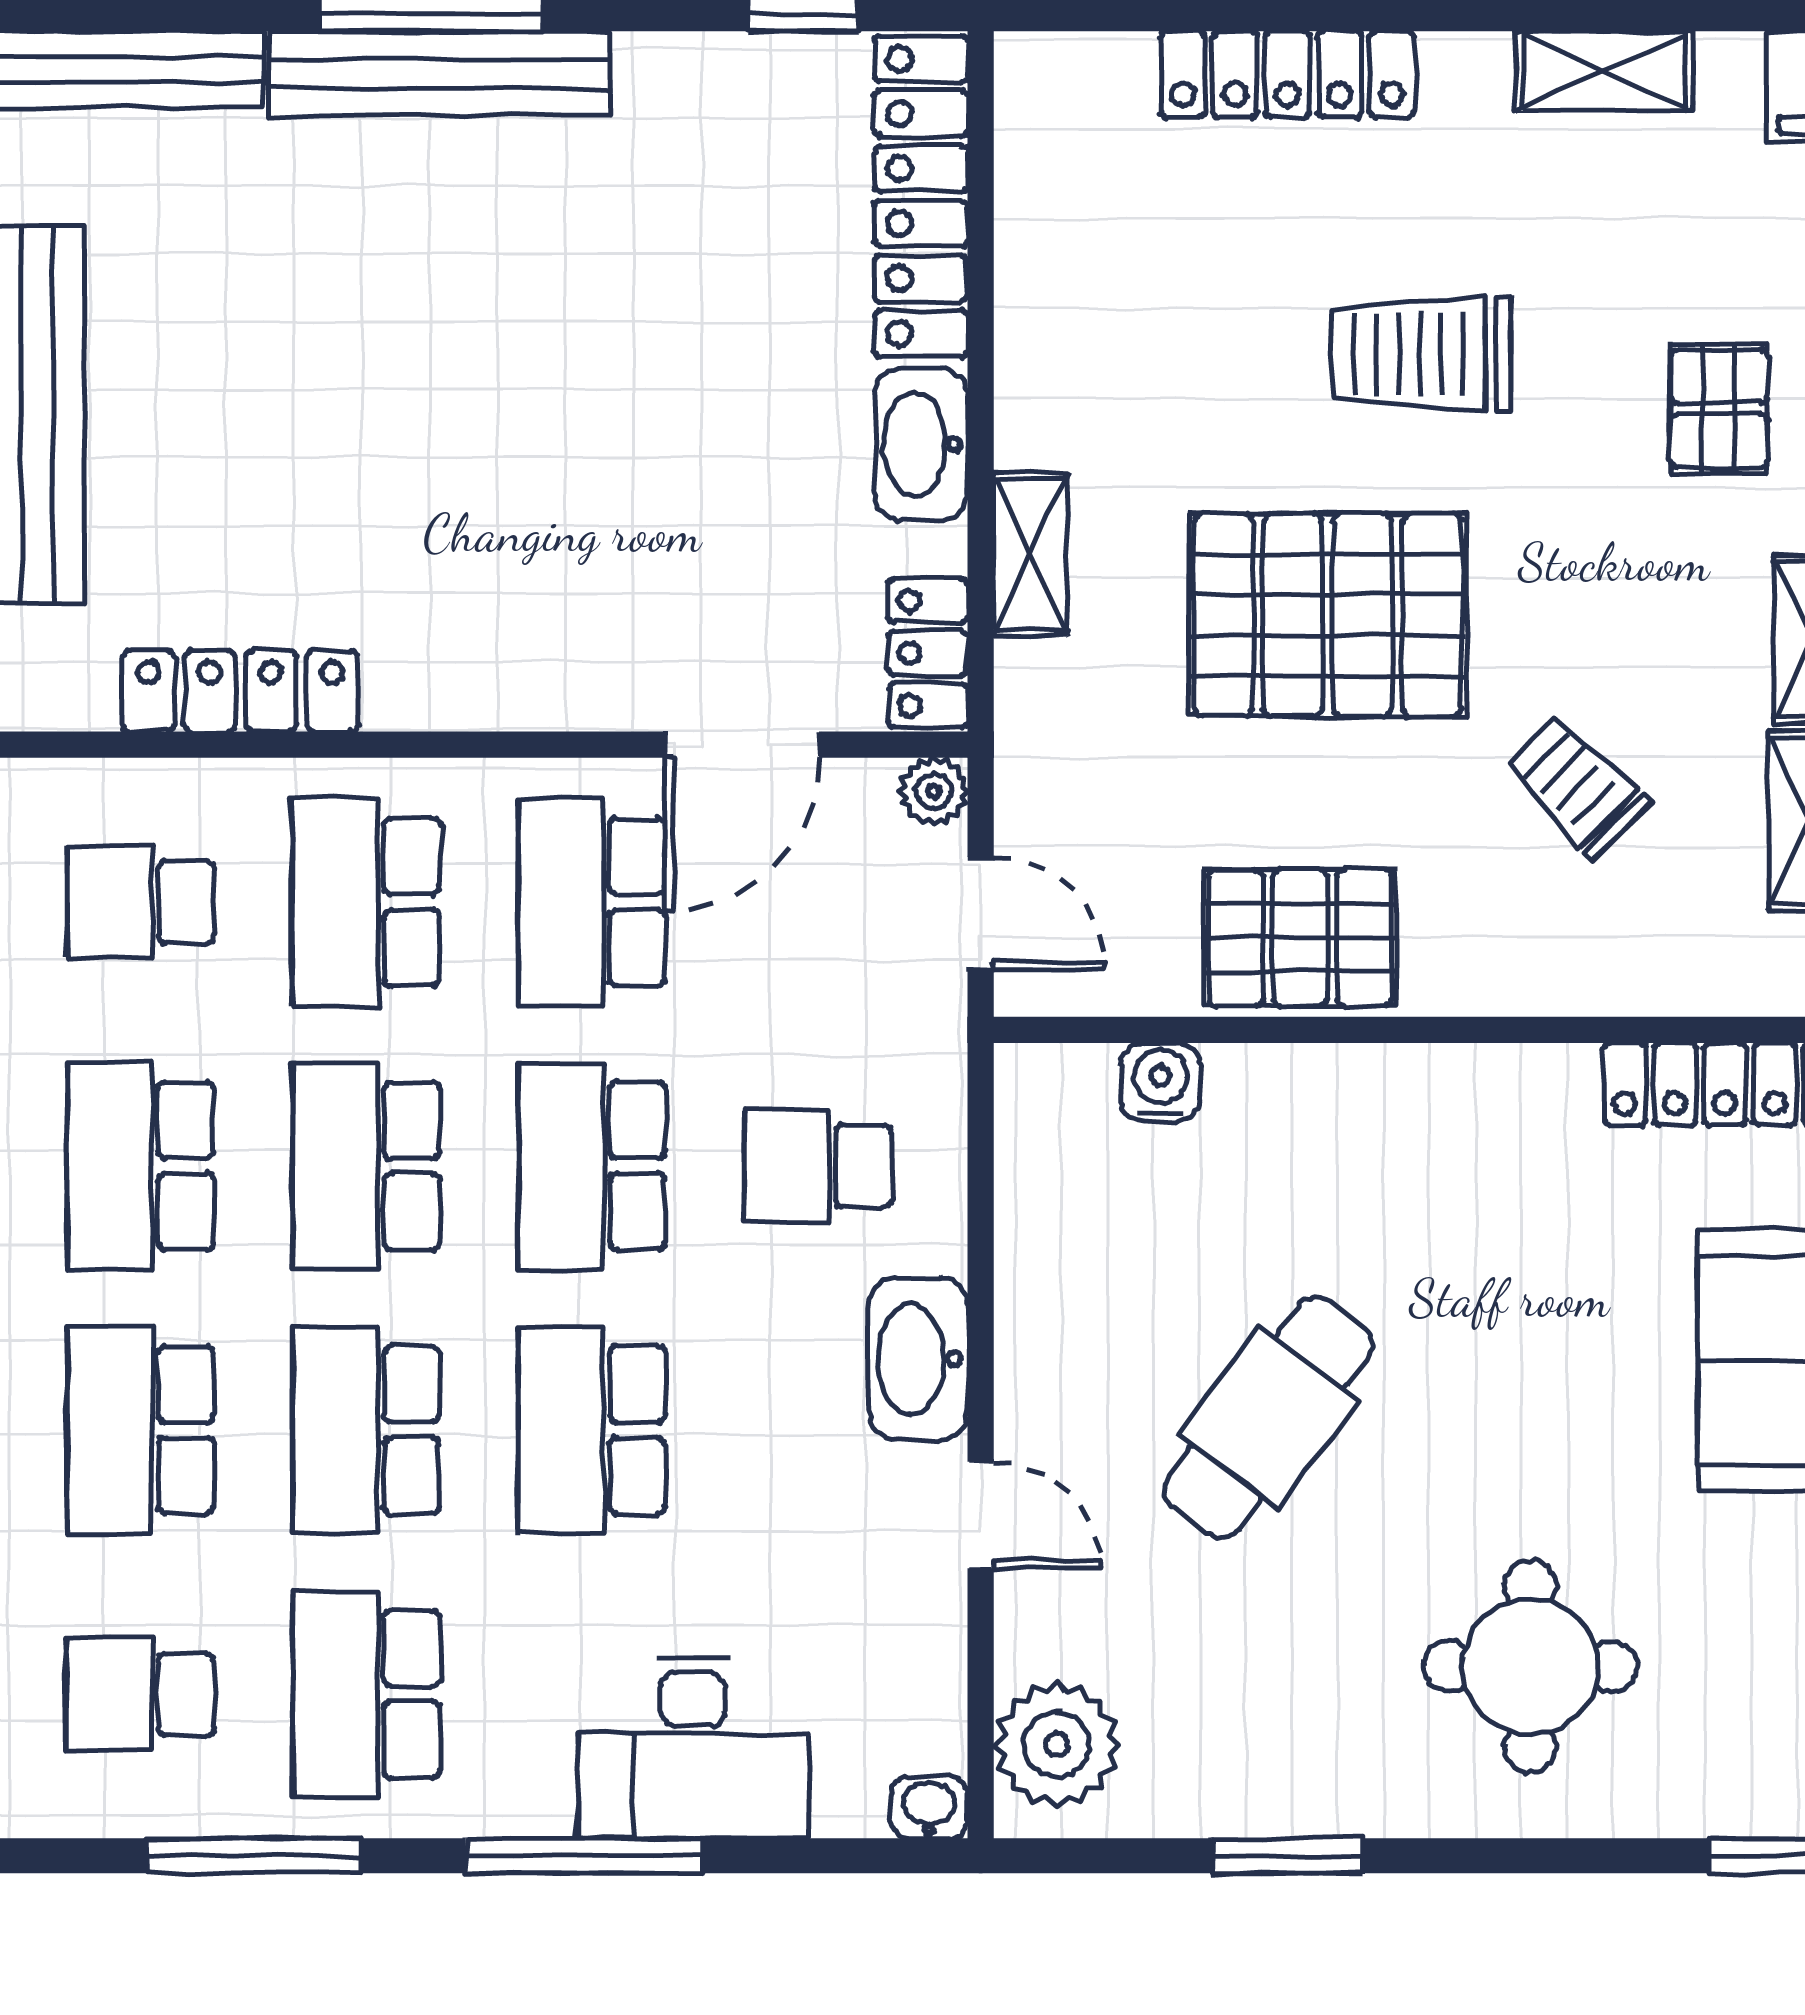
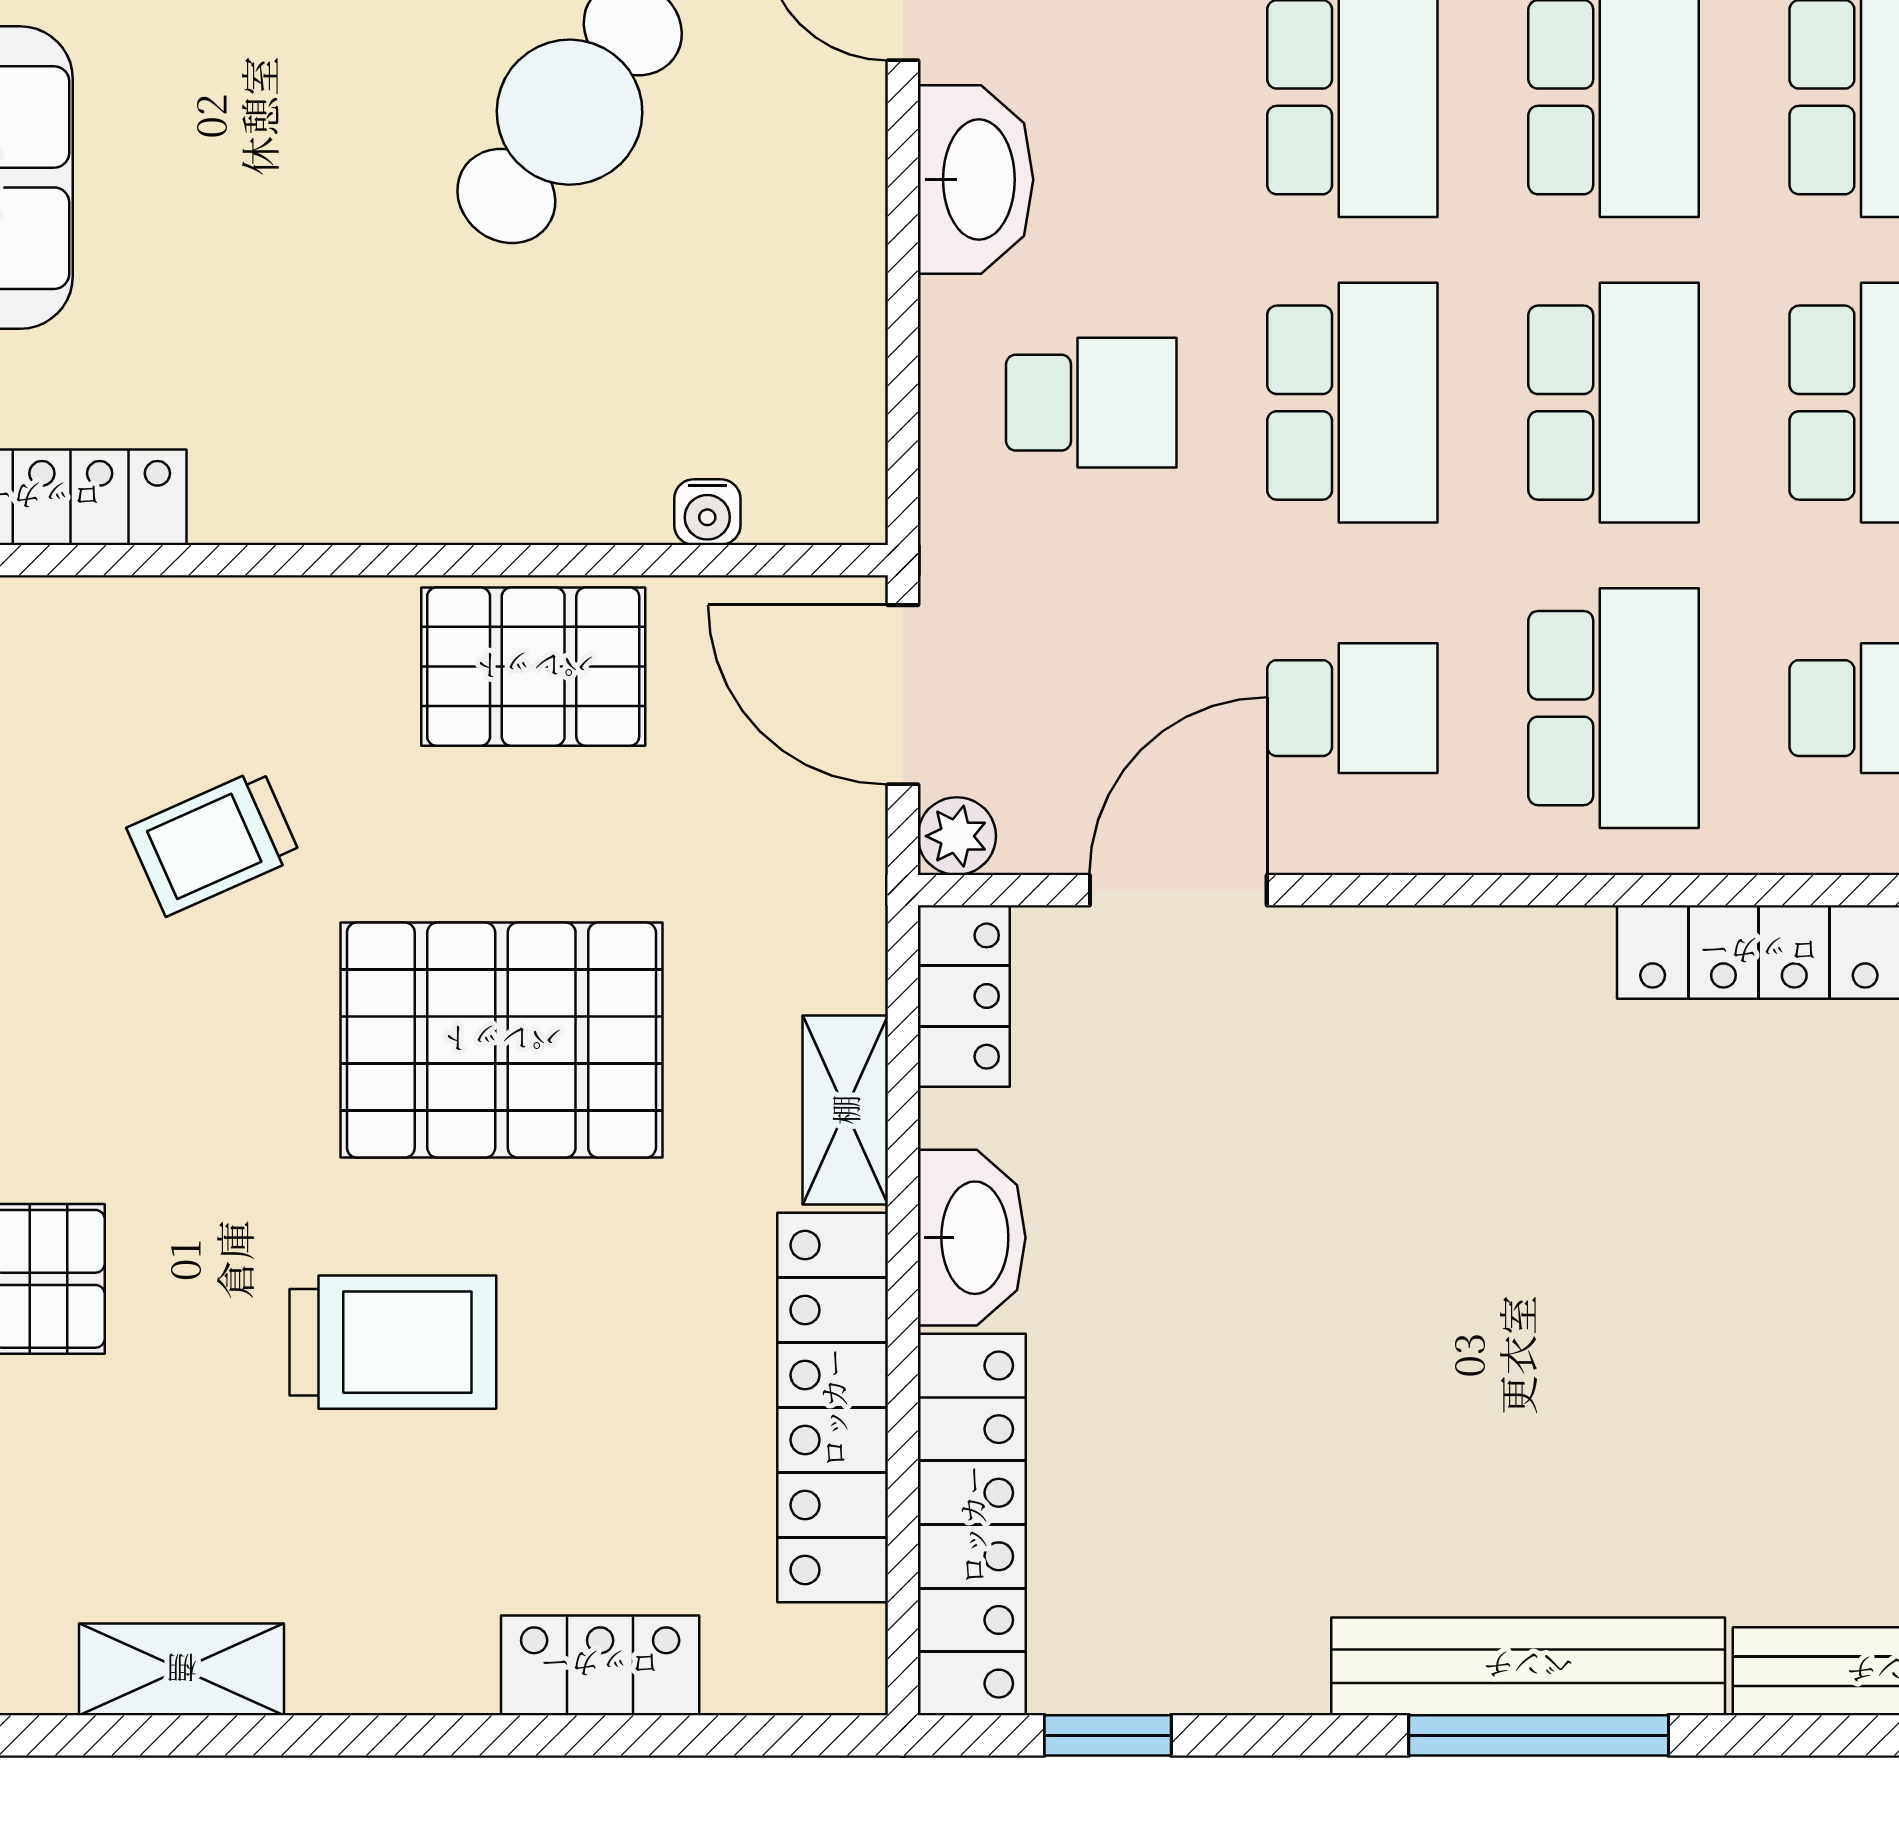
locker: (1287, 74) -> (600, 1665), width x0.66
locker: (1041, 297) -> (833, 1408), added
trolley: (1576, 786) -> (214, 842), turned 111
school desk: (592, 902) -> (1352, 708), width x0.54
door: (981, 913) -> (903, 695), width x1.38
water cooler: (1160, 1082) -> (707, 512), width x0.72, depth x0.72

